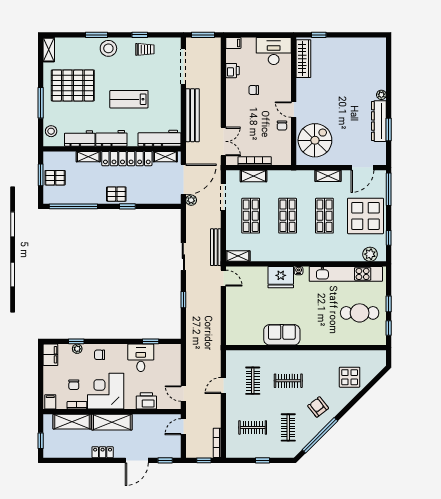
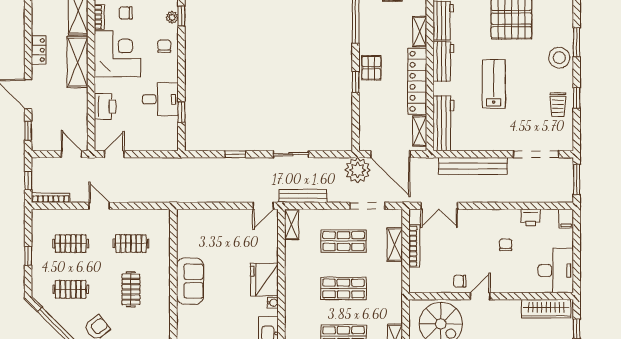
plant: (191, 200) -> (358, 170), width x1.87, depth x1.87
door: (223, 385) -> (99, 206), moved
clothes rail: (253, 427) -> (71, 244), turned 90

